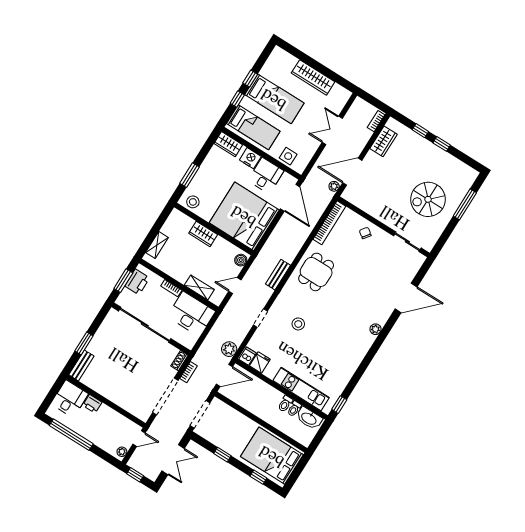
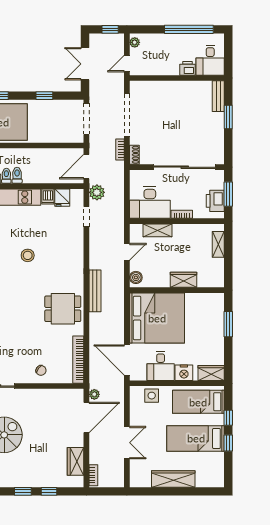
stool: (193, 202) -> (210, 302), removed
dining table: (316, 272) -> (63, 309), turned 90
bench: (278, 275) -> (95, 291), width x1.36
doorway: (260, 318) -> (86, 217), moved
stool: (298, 324) -> (28, 255), moved
dishwasher: (248, 356) -> (48, 196), moved

